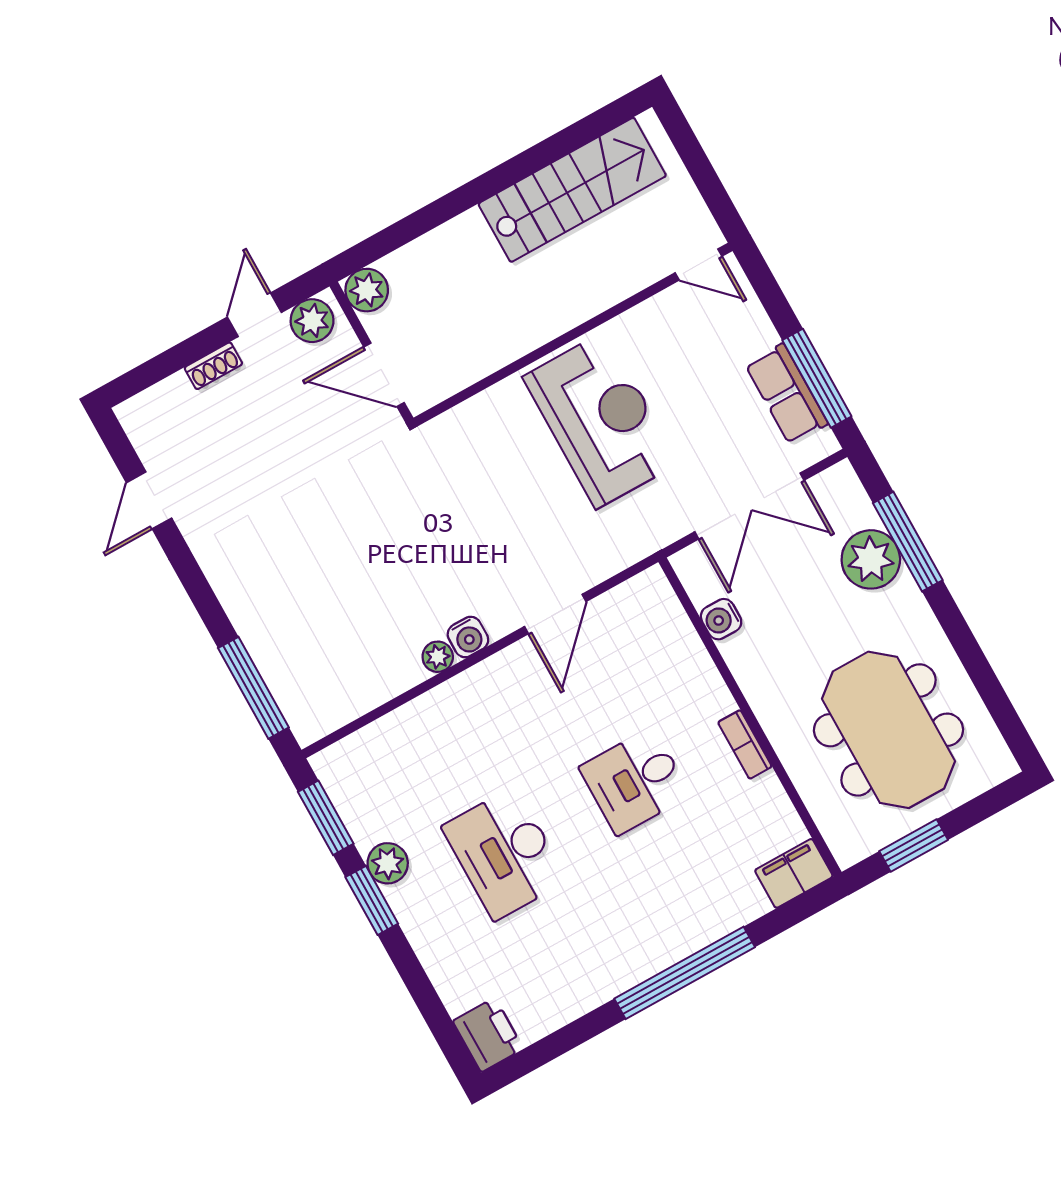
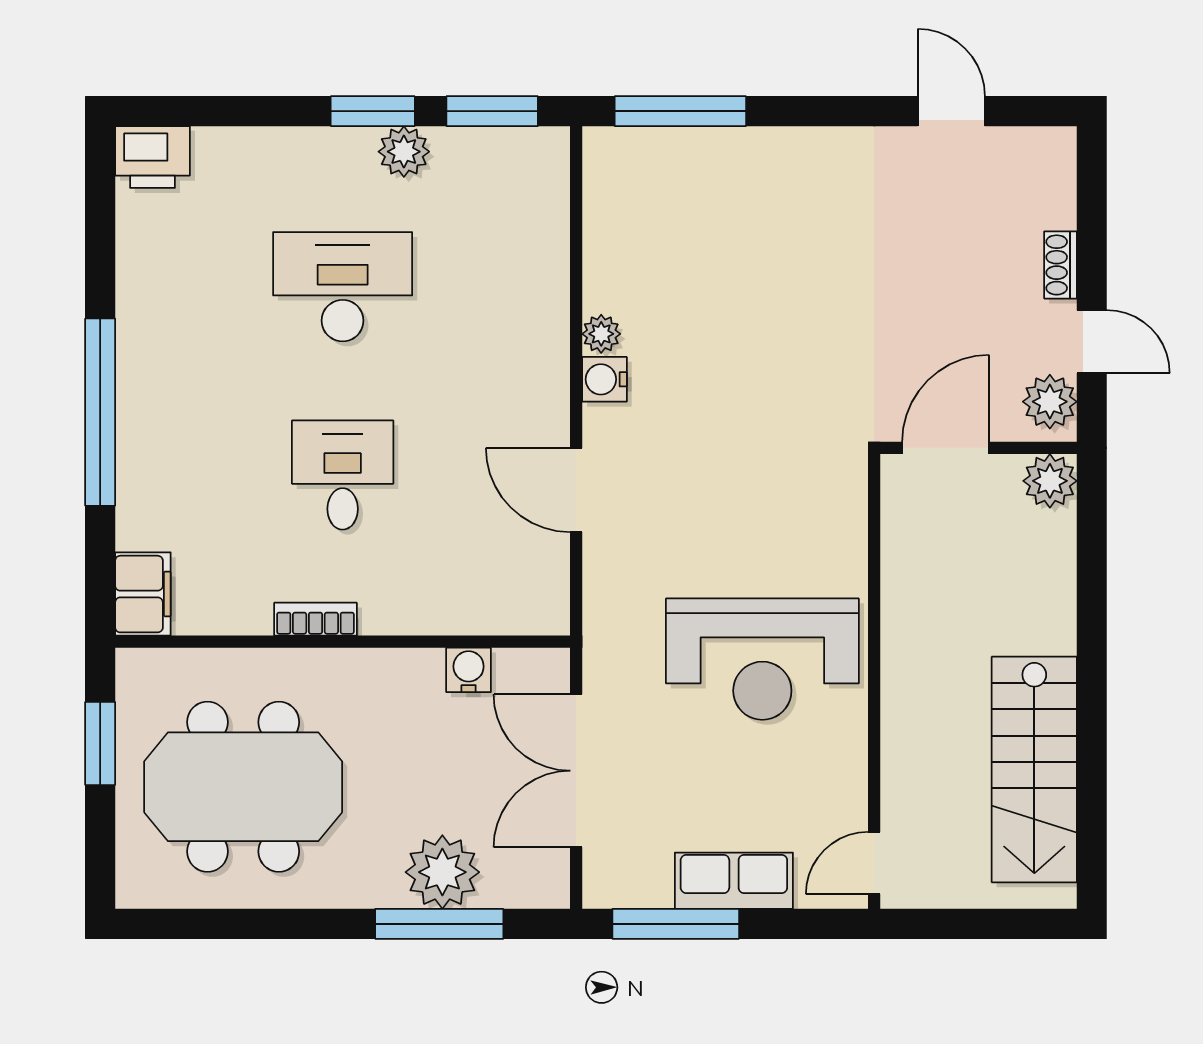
row of seats: (787, 394) -> (734, 881), moved

